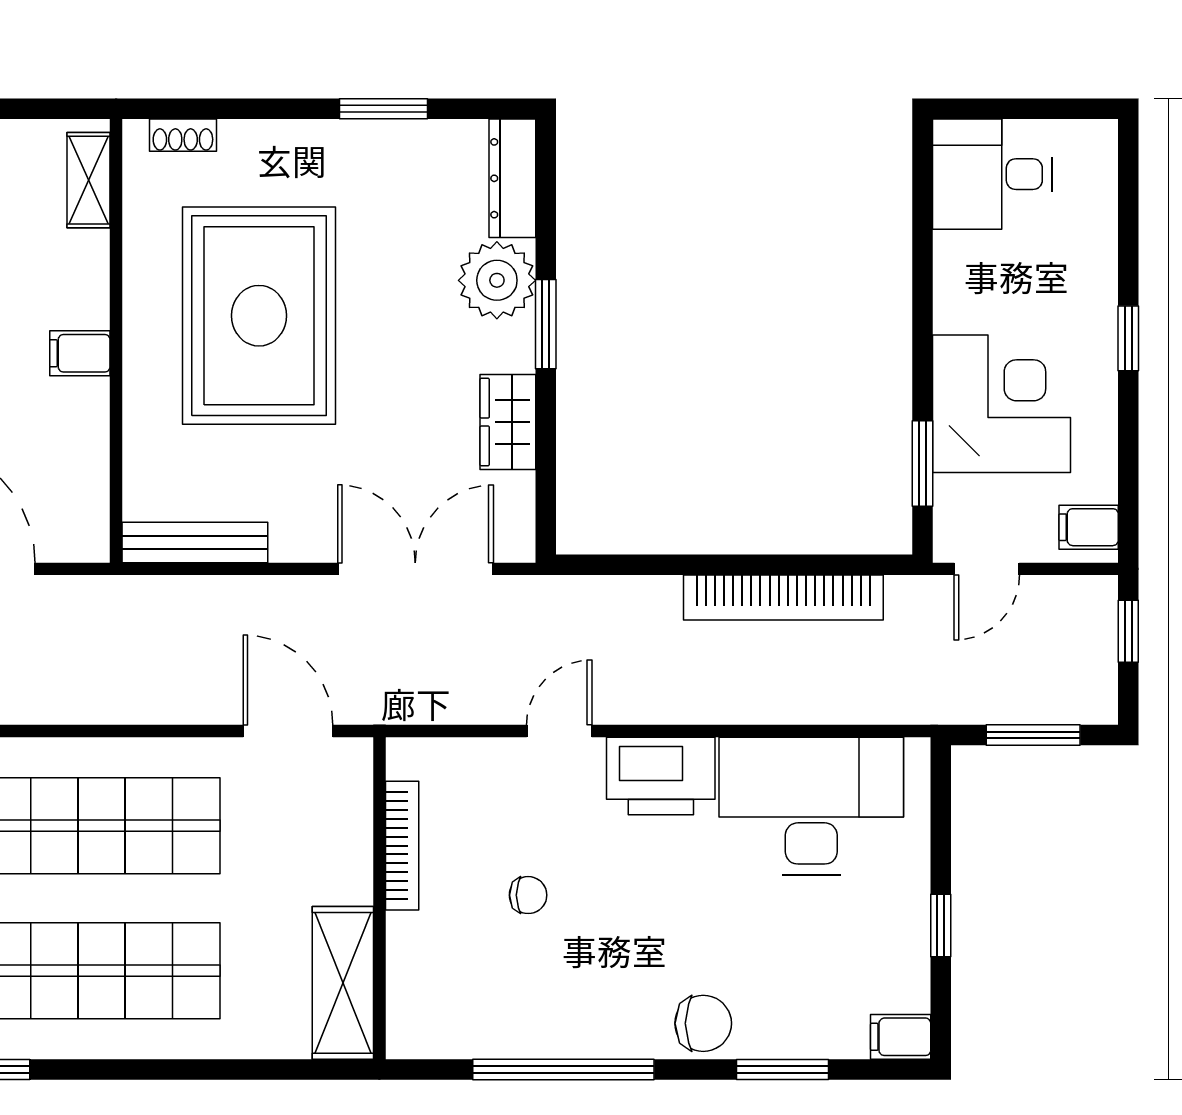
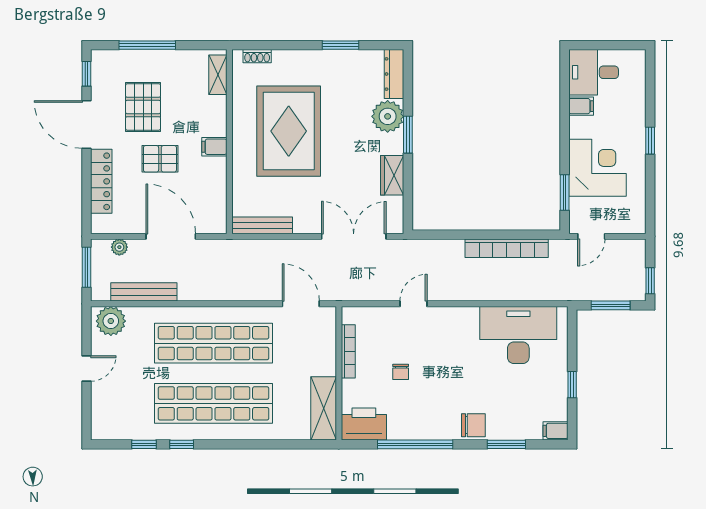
filing cabinet: (1089, 527) -> (581, 106), moved, turned 180
window: (1128, 631) -> (650, 281), moved
printer: (661, 776) -> (364, 424), moved, turned 180
chair: (528, 895) -> (401, 372), turned 90

